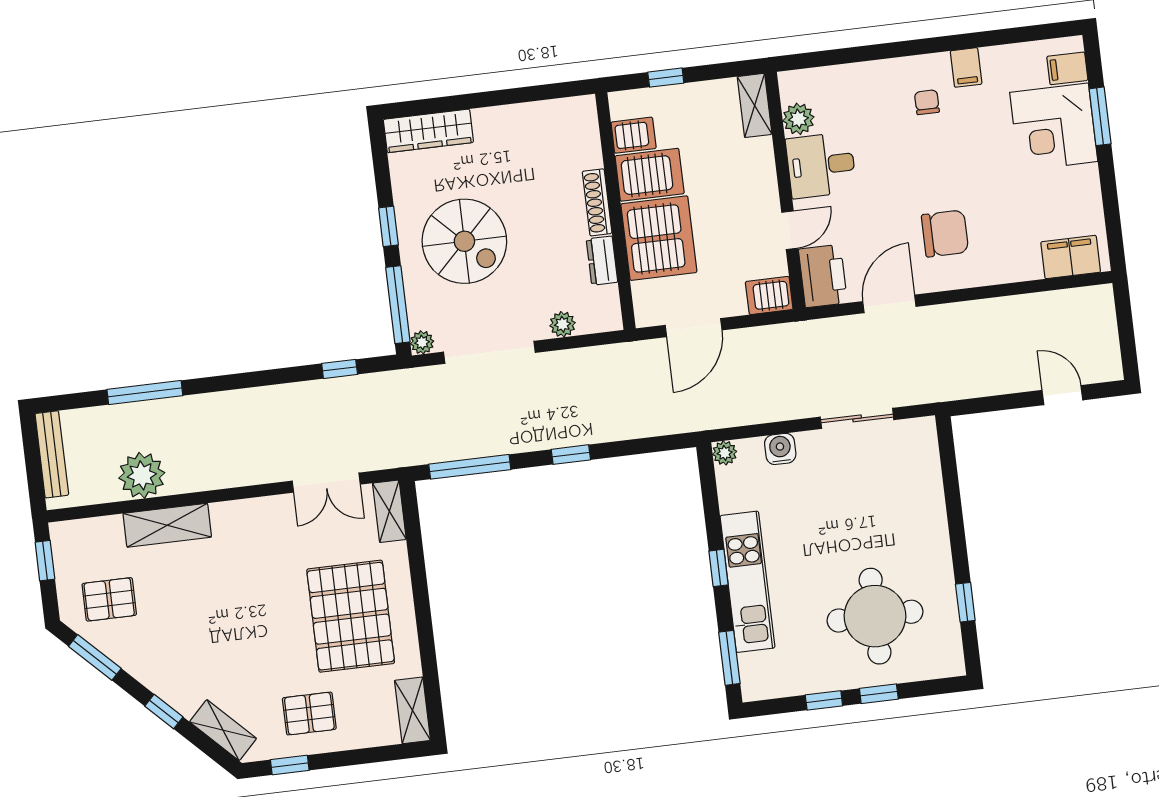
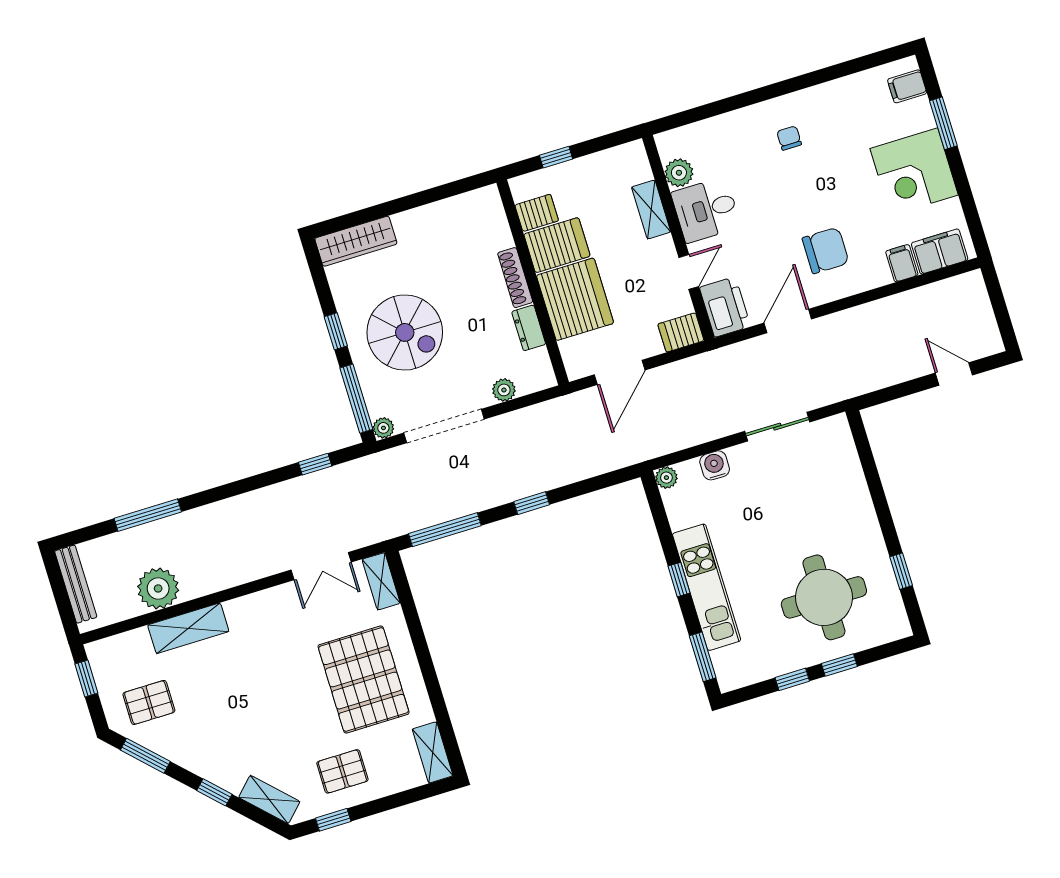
filing cabinet: (966, 67) -> (902, 263), moved, turned 180
shelving: (755, 105) -> (651, 209), moved
corner desk: (1054, 127) -> (914, 172), moved

